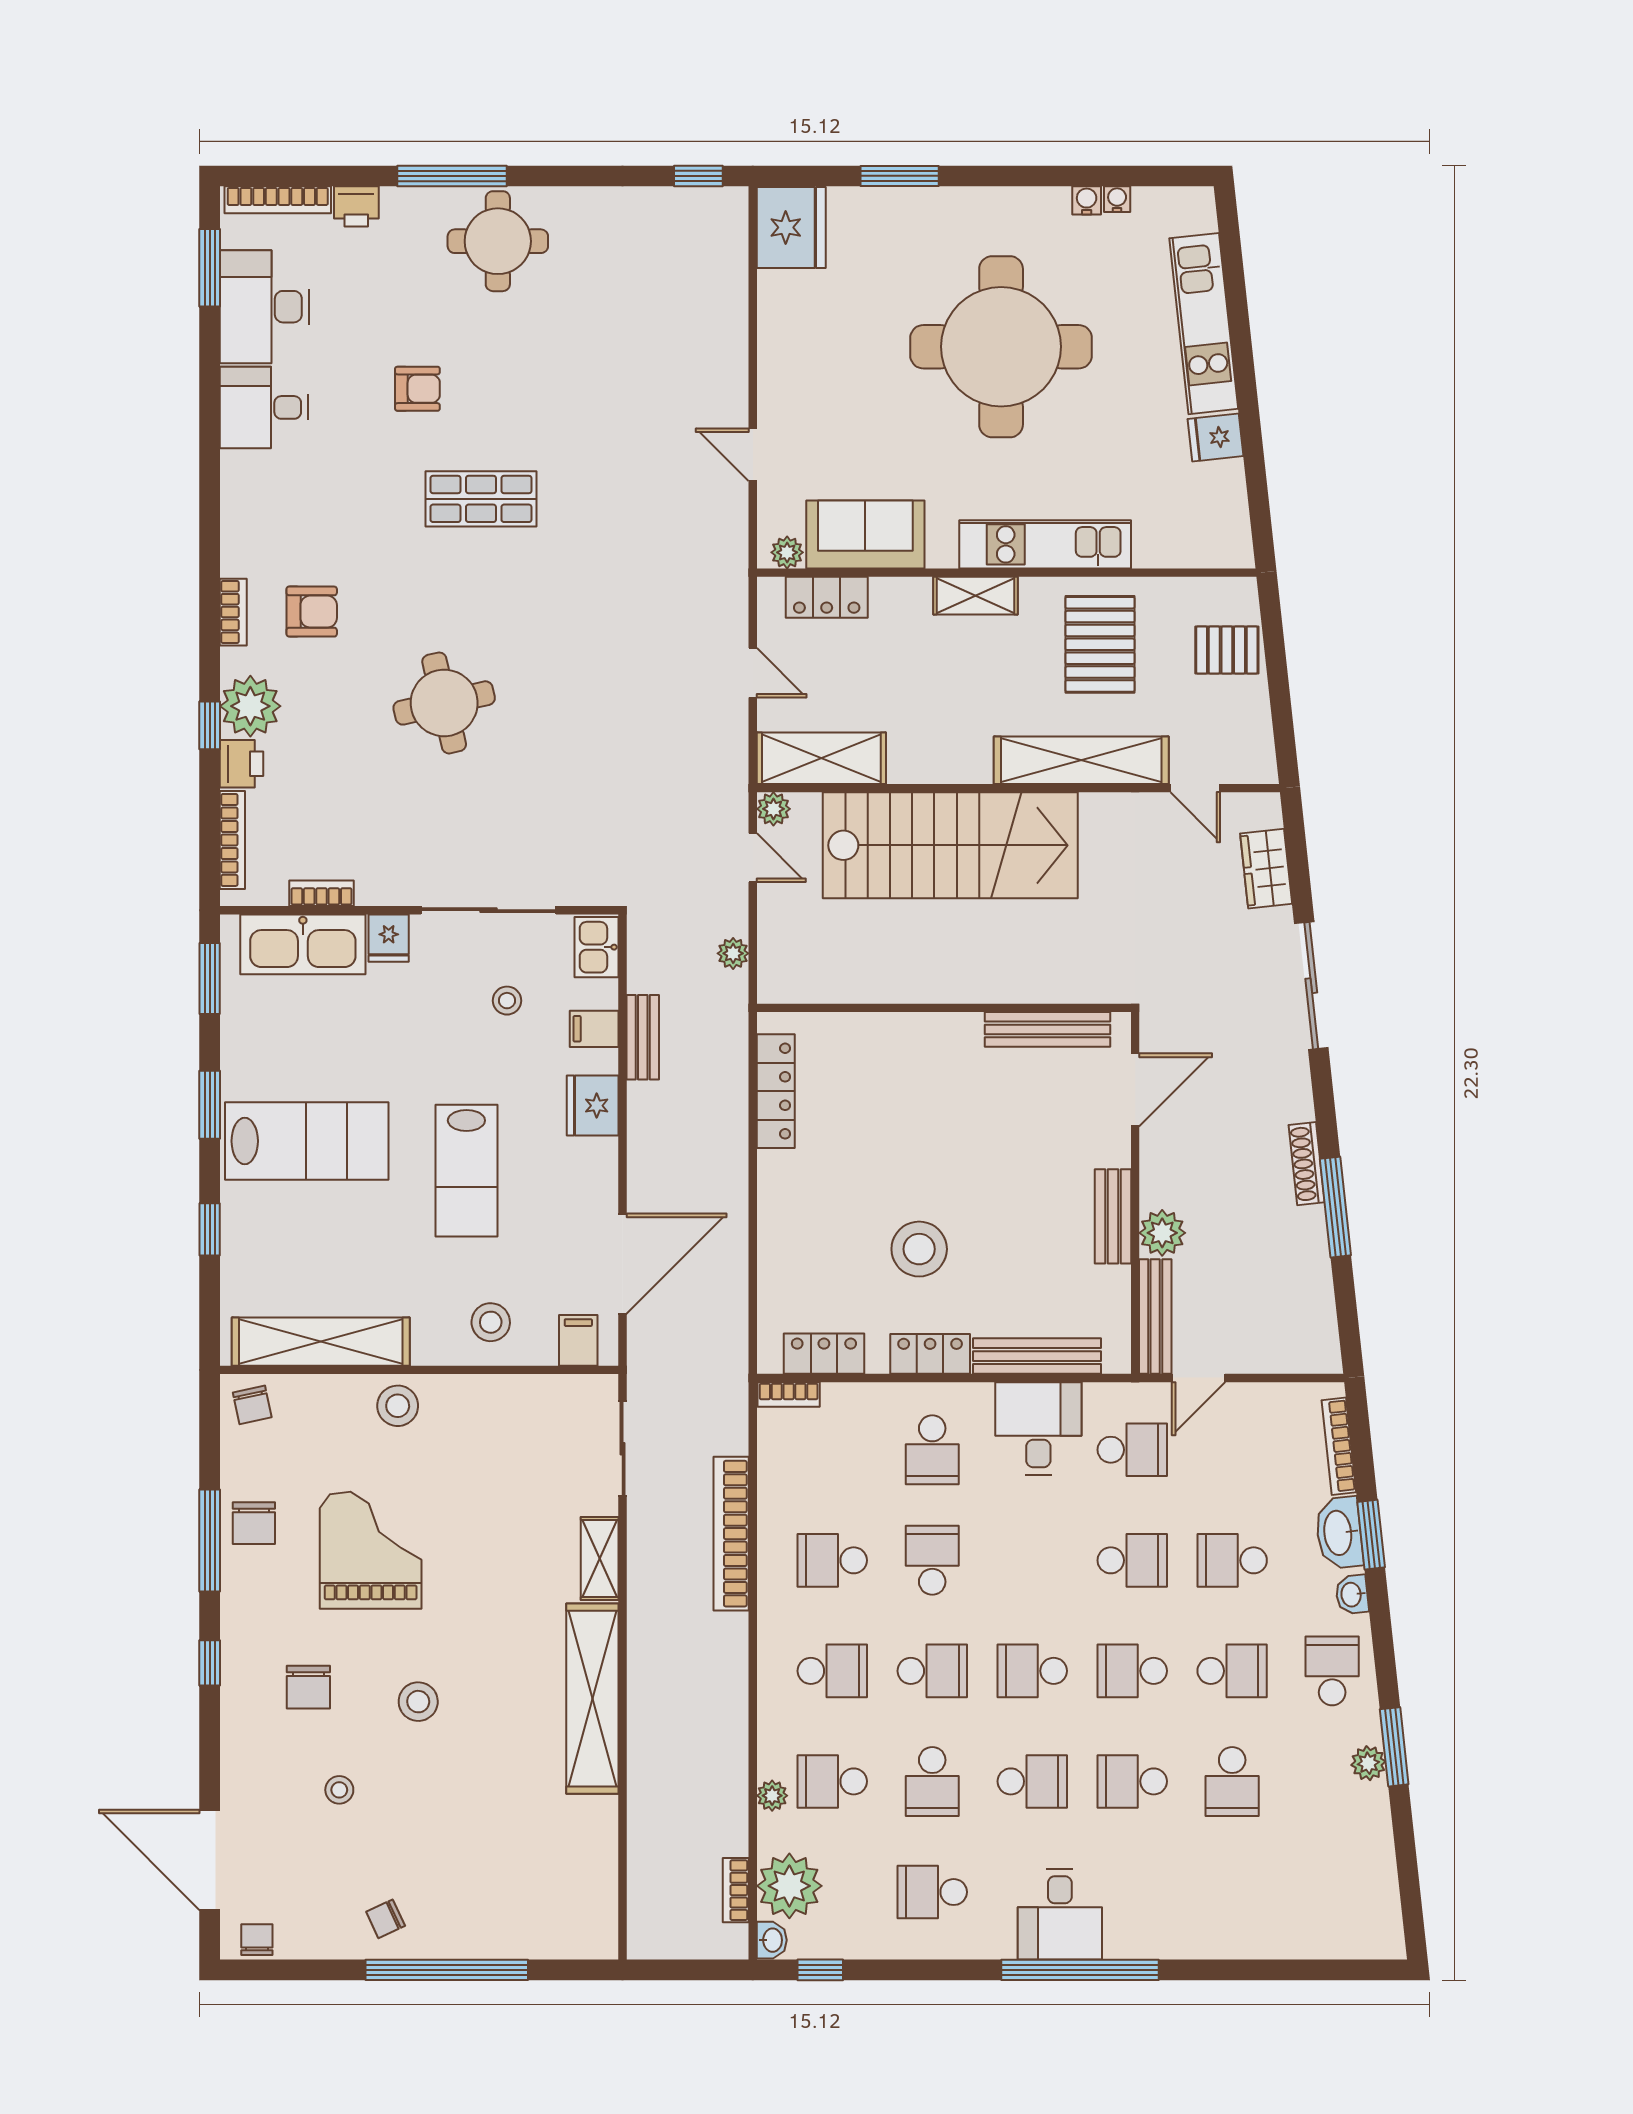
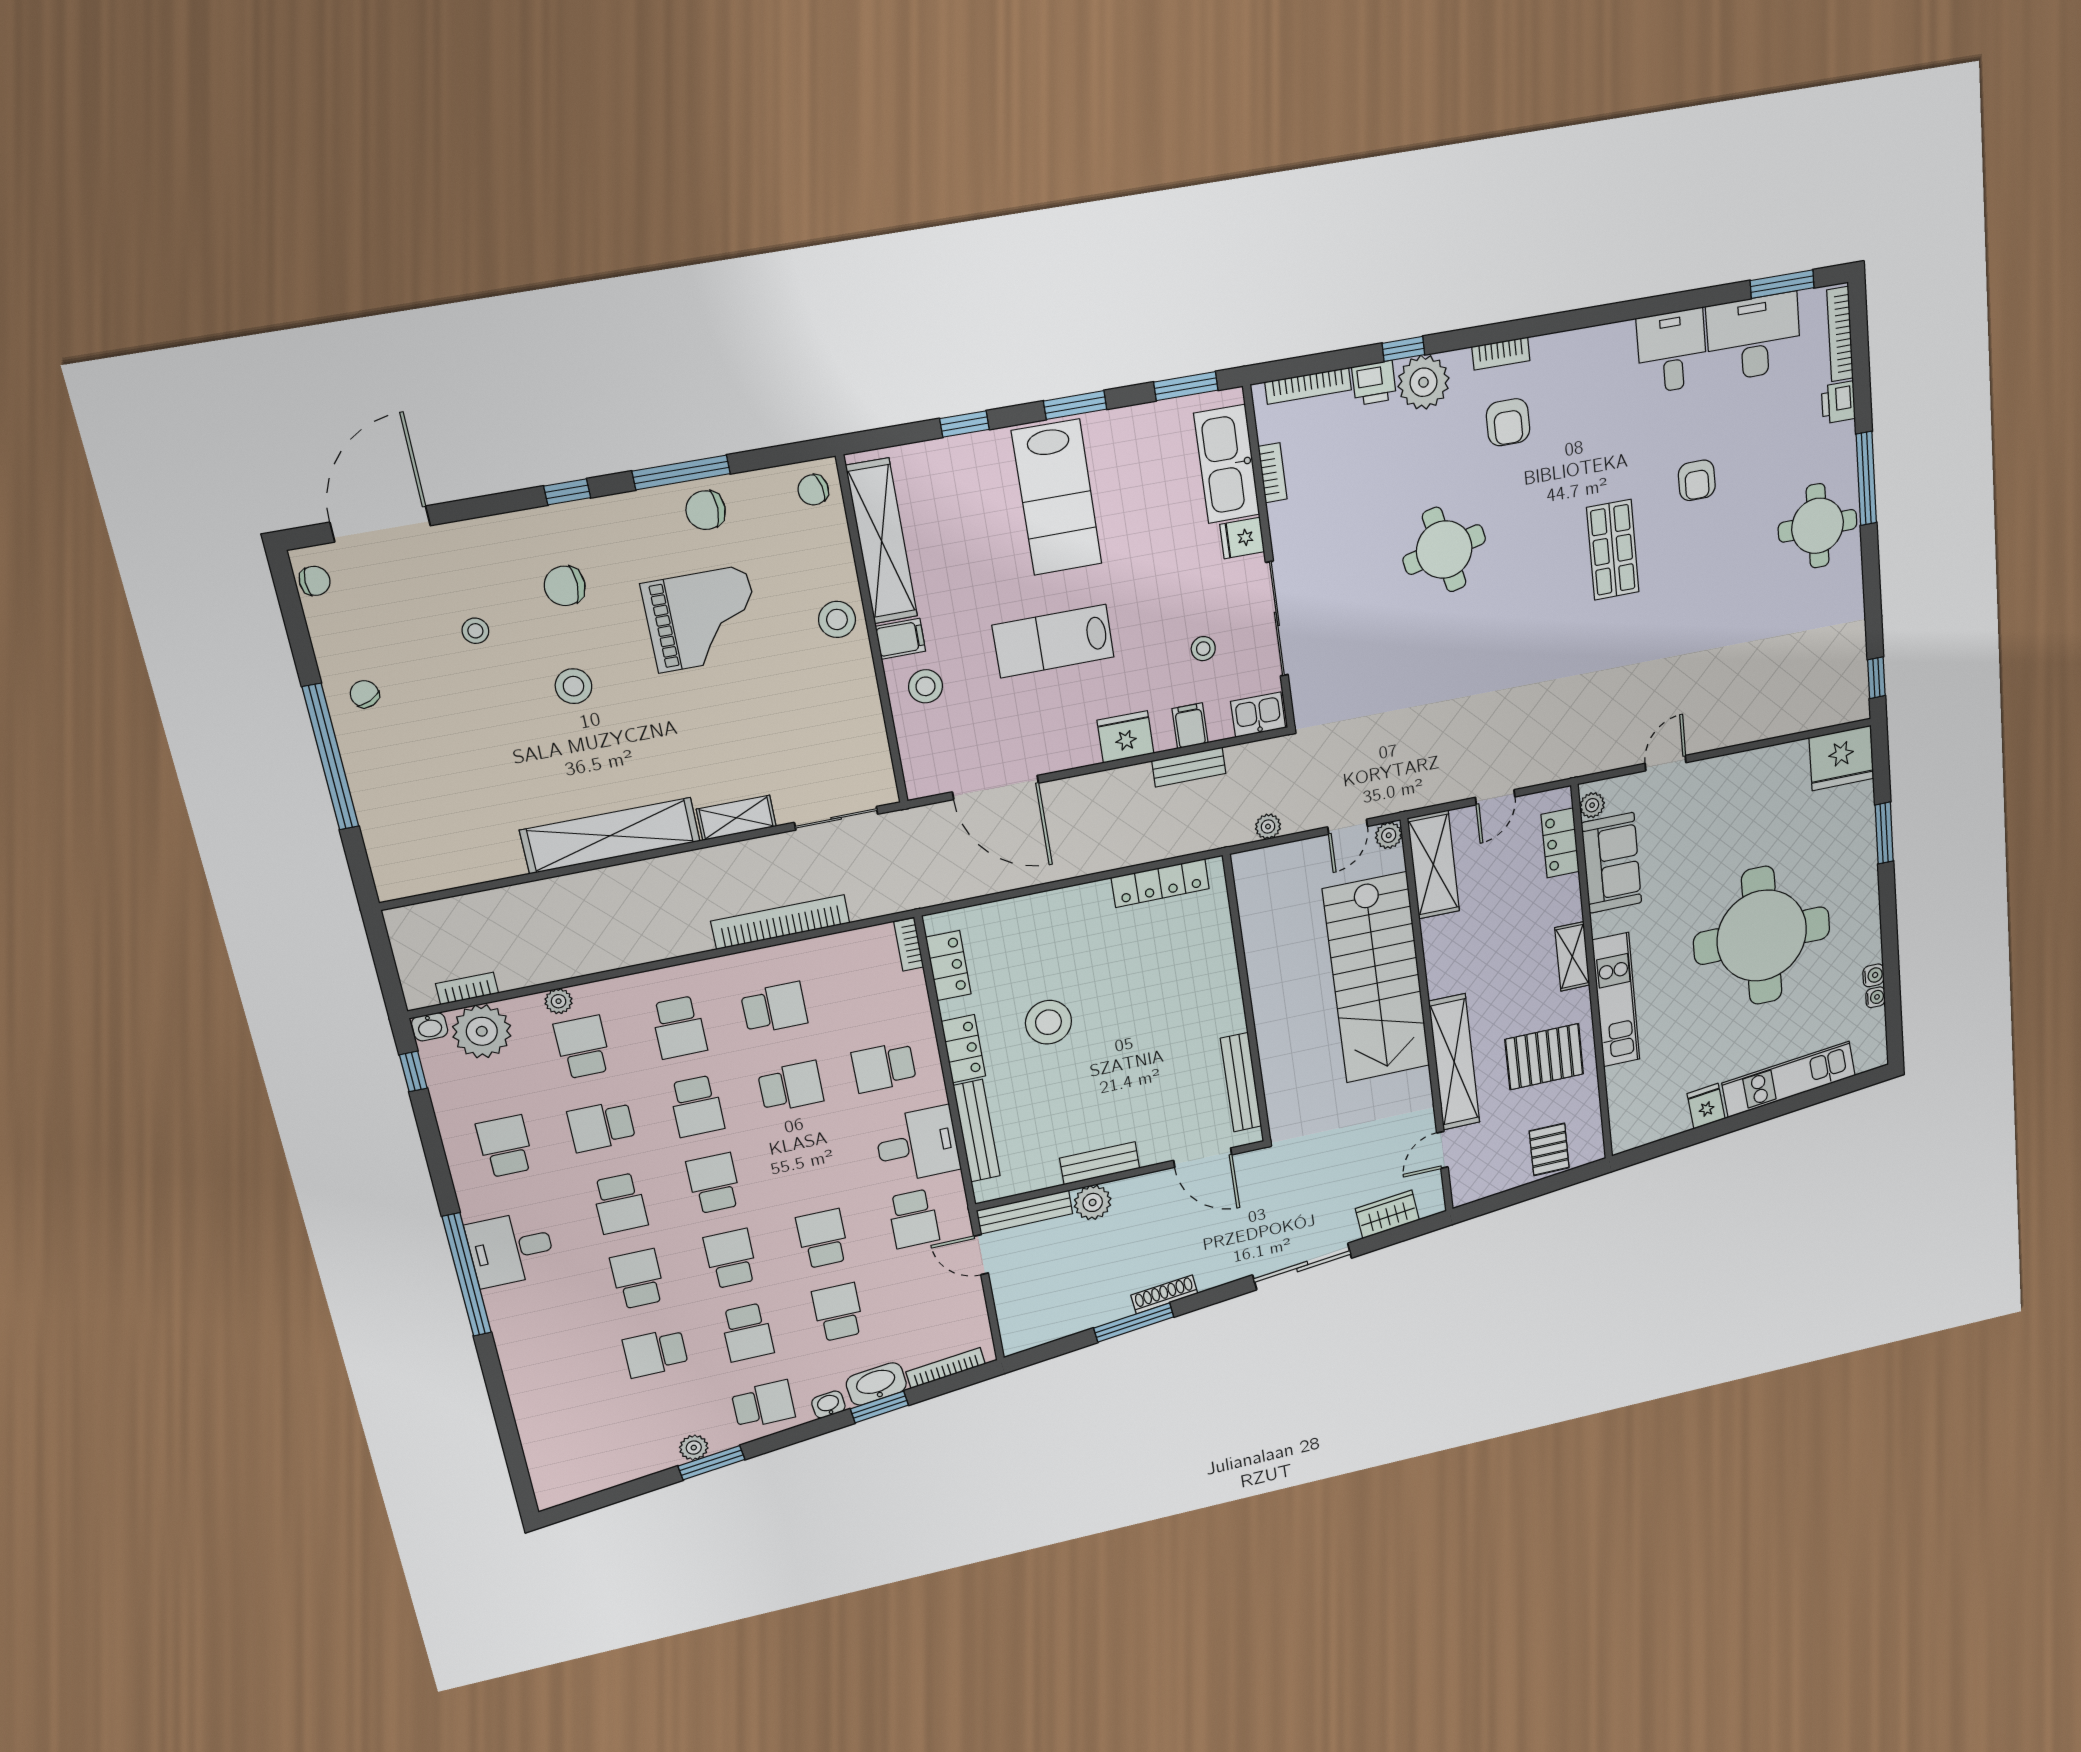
filing cabinet: (578, 1340) -> (900, 639), moved
school desk: (832, 1560) -> (774, 1008), turned 90
school desk: (1132, 1560) -> (823, 1239), turned 180

